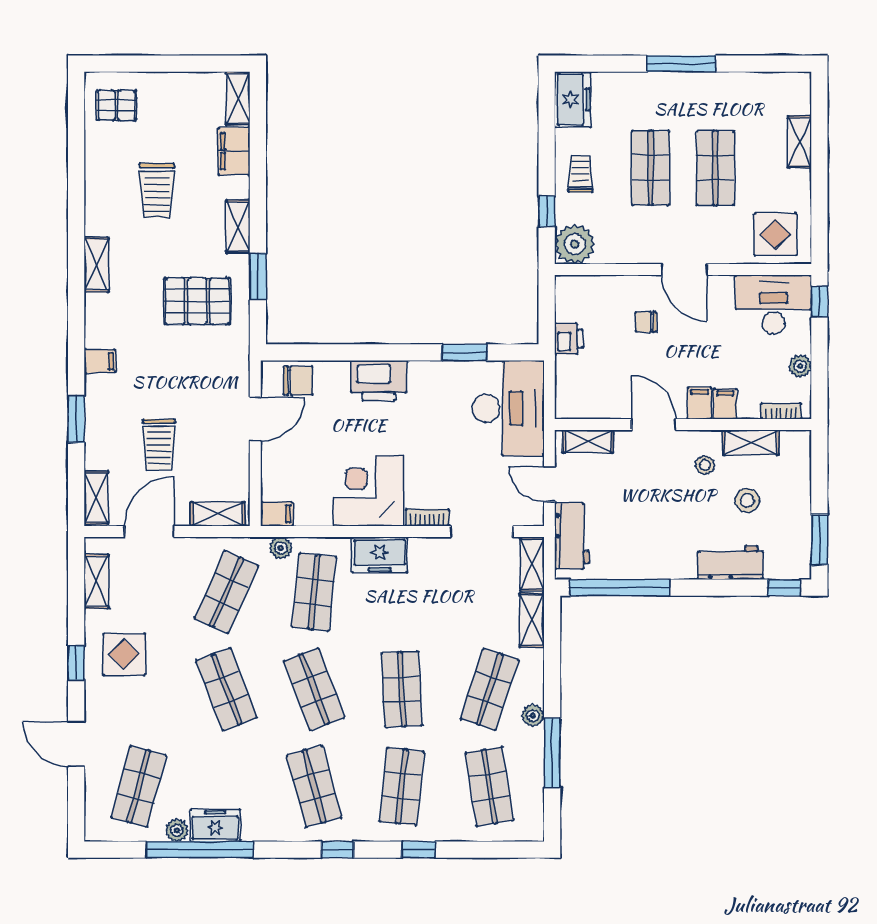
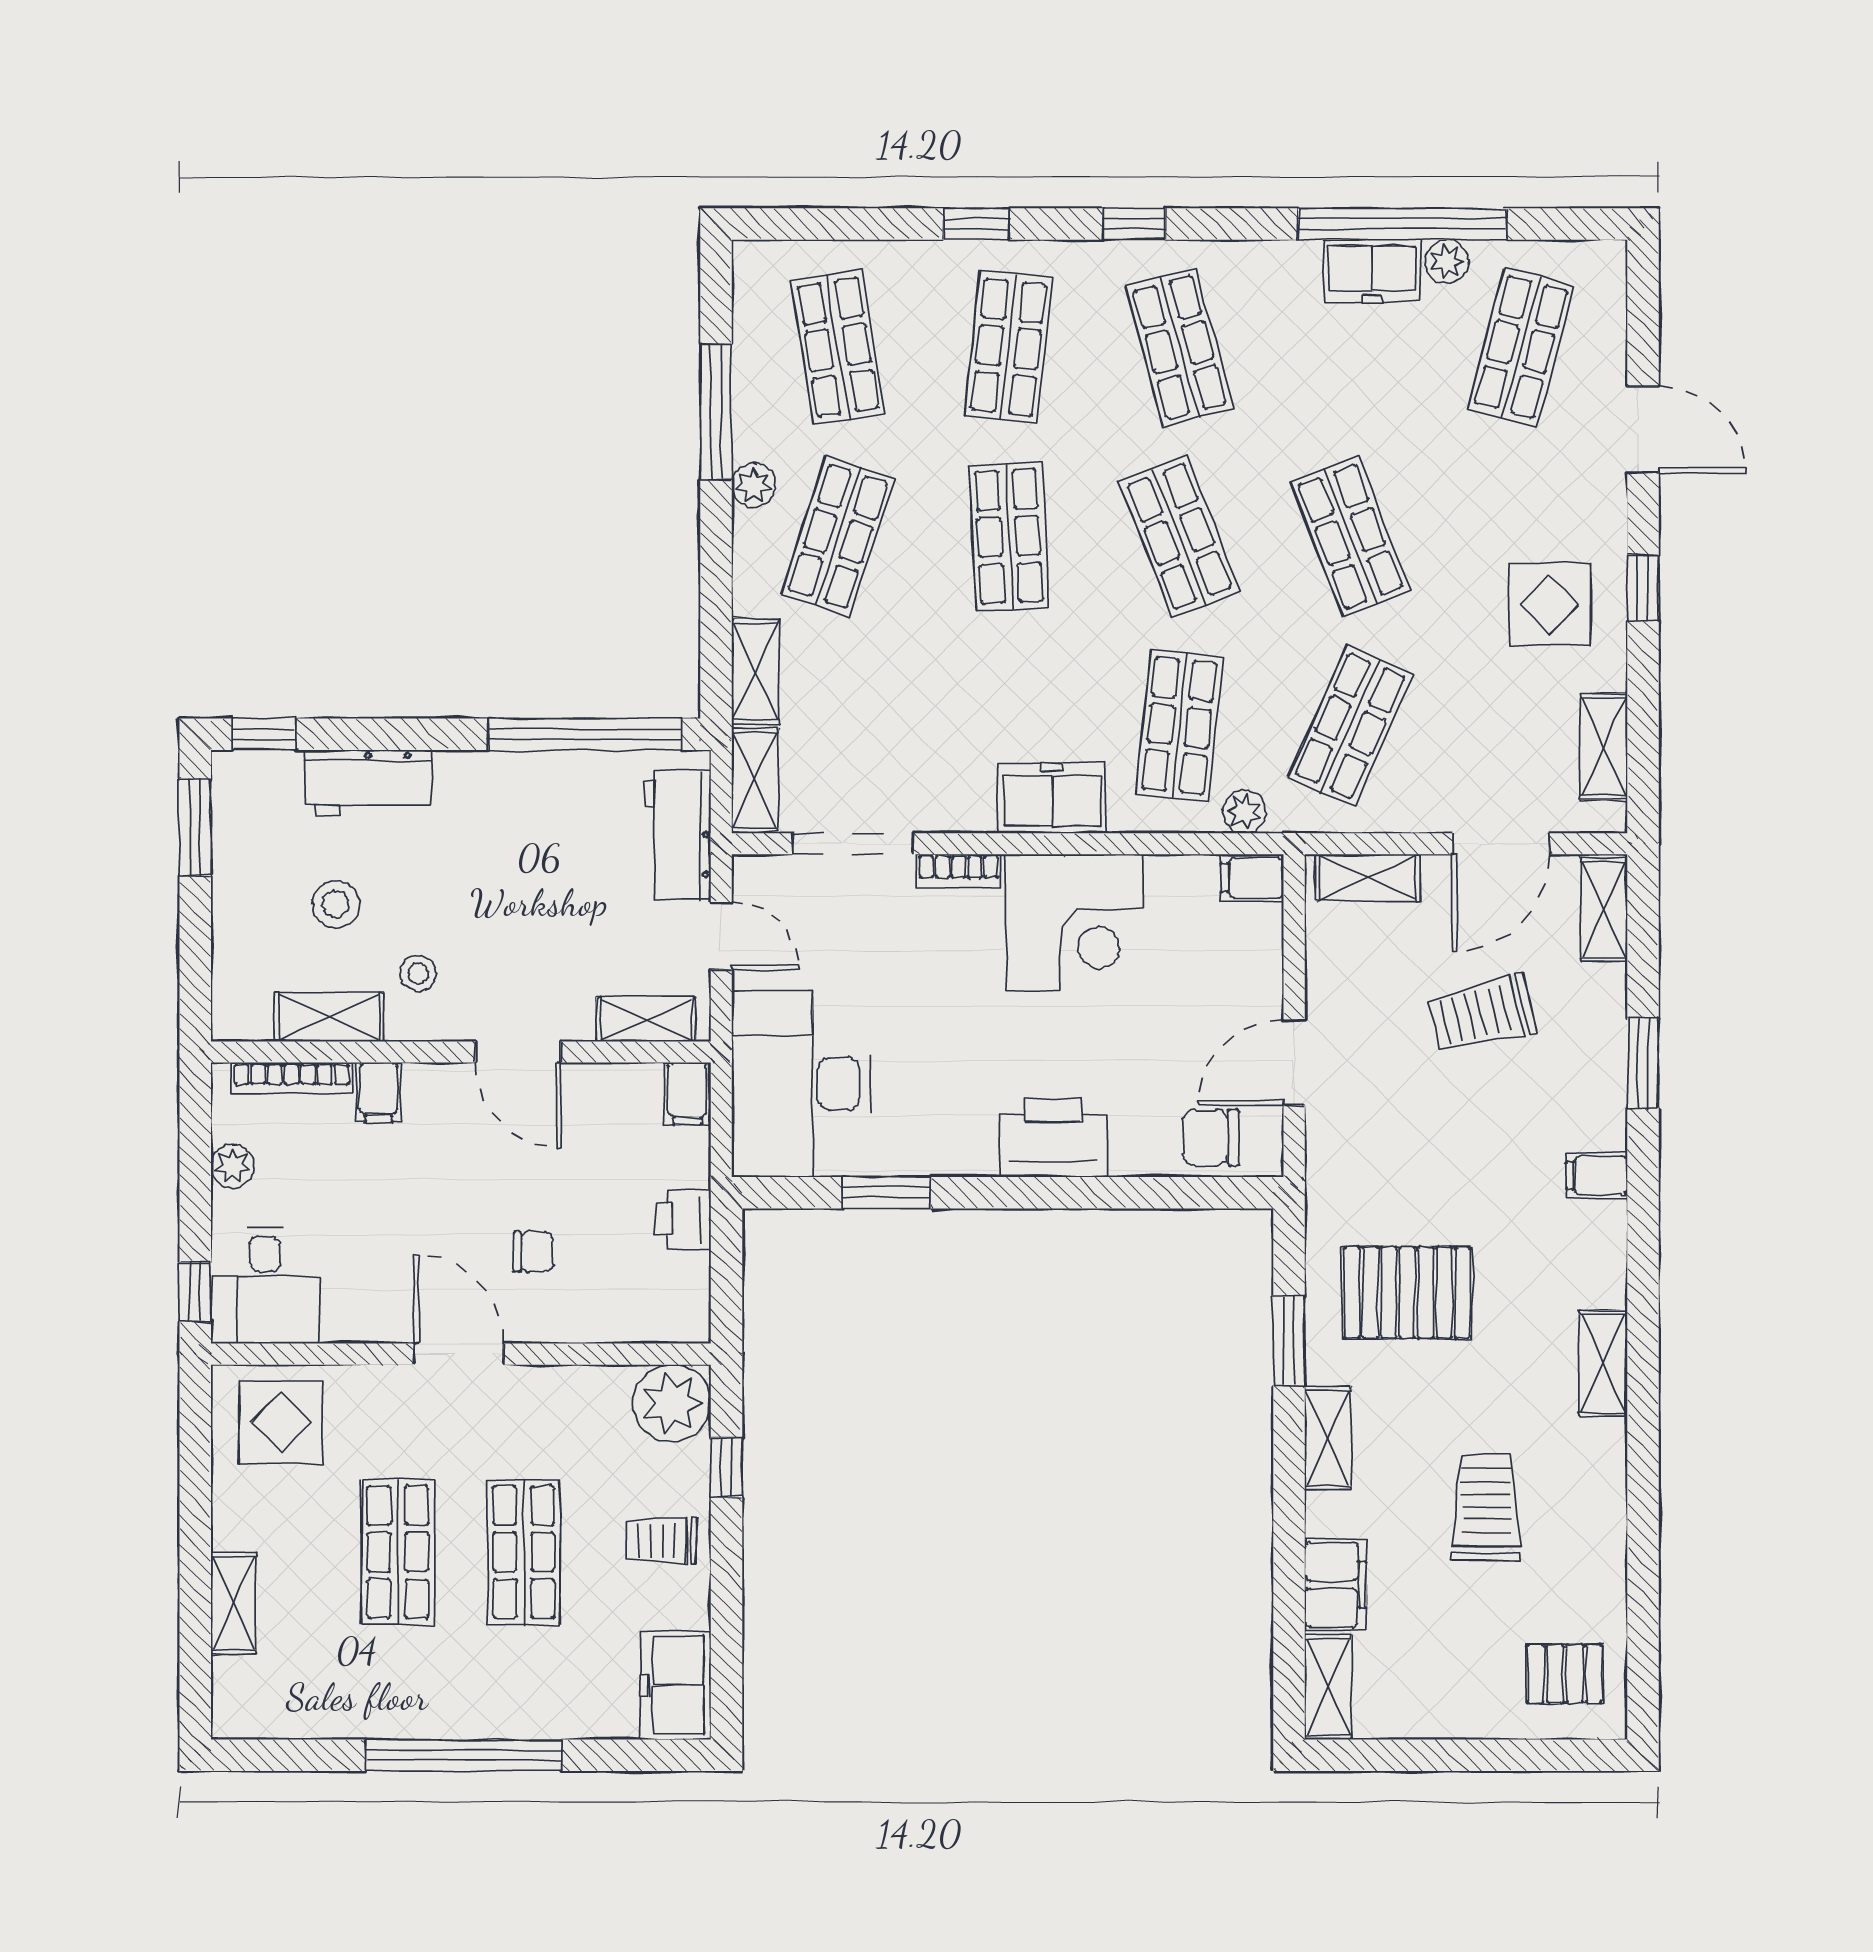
window: (682, 64) -> (464, 1755), width x1.46
trolley: (580, 174) -> (661, 1541), turned 90
desk: (773, 305) -> (265, 1285), width x0.73
filing cabinet: (700, 403) -> (687, 1094), moved
bookcase: (781, 411) -> (291, 1078), width x1.56
trolley: (159, 444) -> (1482, 1013), turned -104

